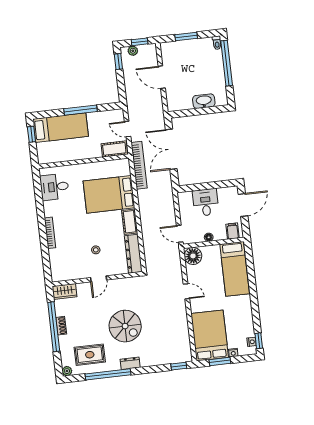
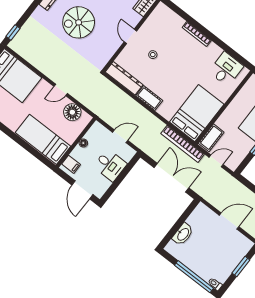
bed: (109, 194) -> (197, 113), moved
door: (180, 234) -> (120, 136), moved
floor lamp: (193, 256) -> (72, 112), moved

